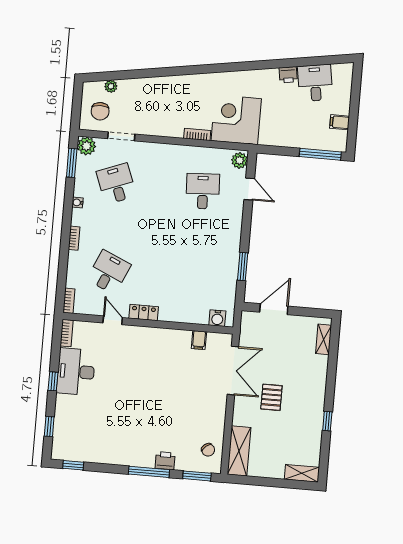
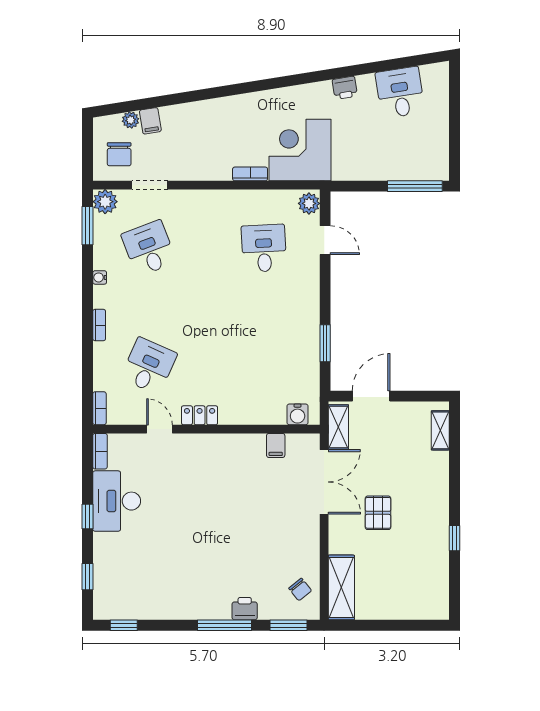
printer: (288, 75) -> (345, 88), moved
filing cabinet: (340, 122) -> (150, 121), moved, turned -99
shelving: (302, 473) -> (338, 427), moved, turned 90

